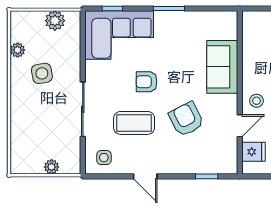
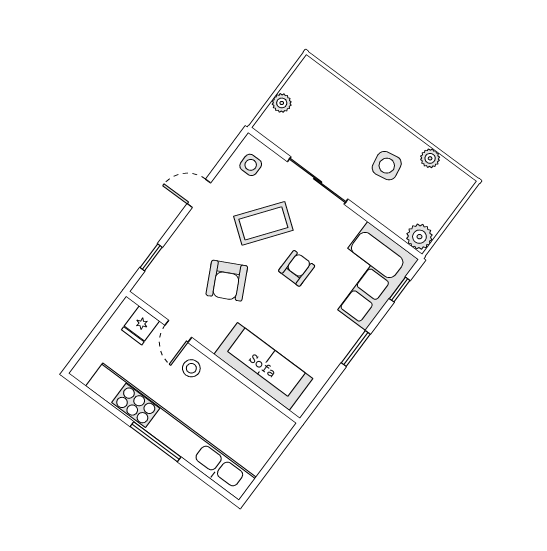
plant: (55, 21) -> (419, 237), moved
sofa: (222, 67) -> (263, 366), width x1.36
armchair: (186, 119) -> (227, 281), turned 90
coffee table: (134, 123) -> (263, 223), turned 37

